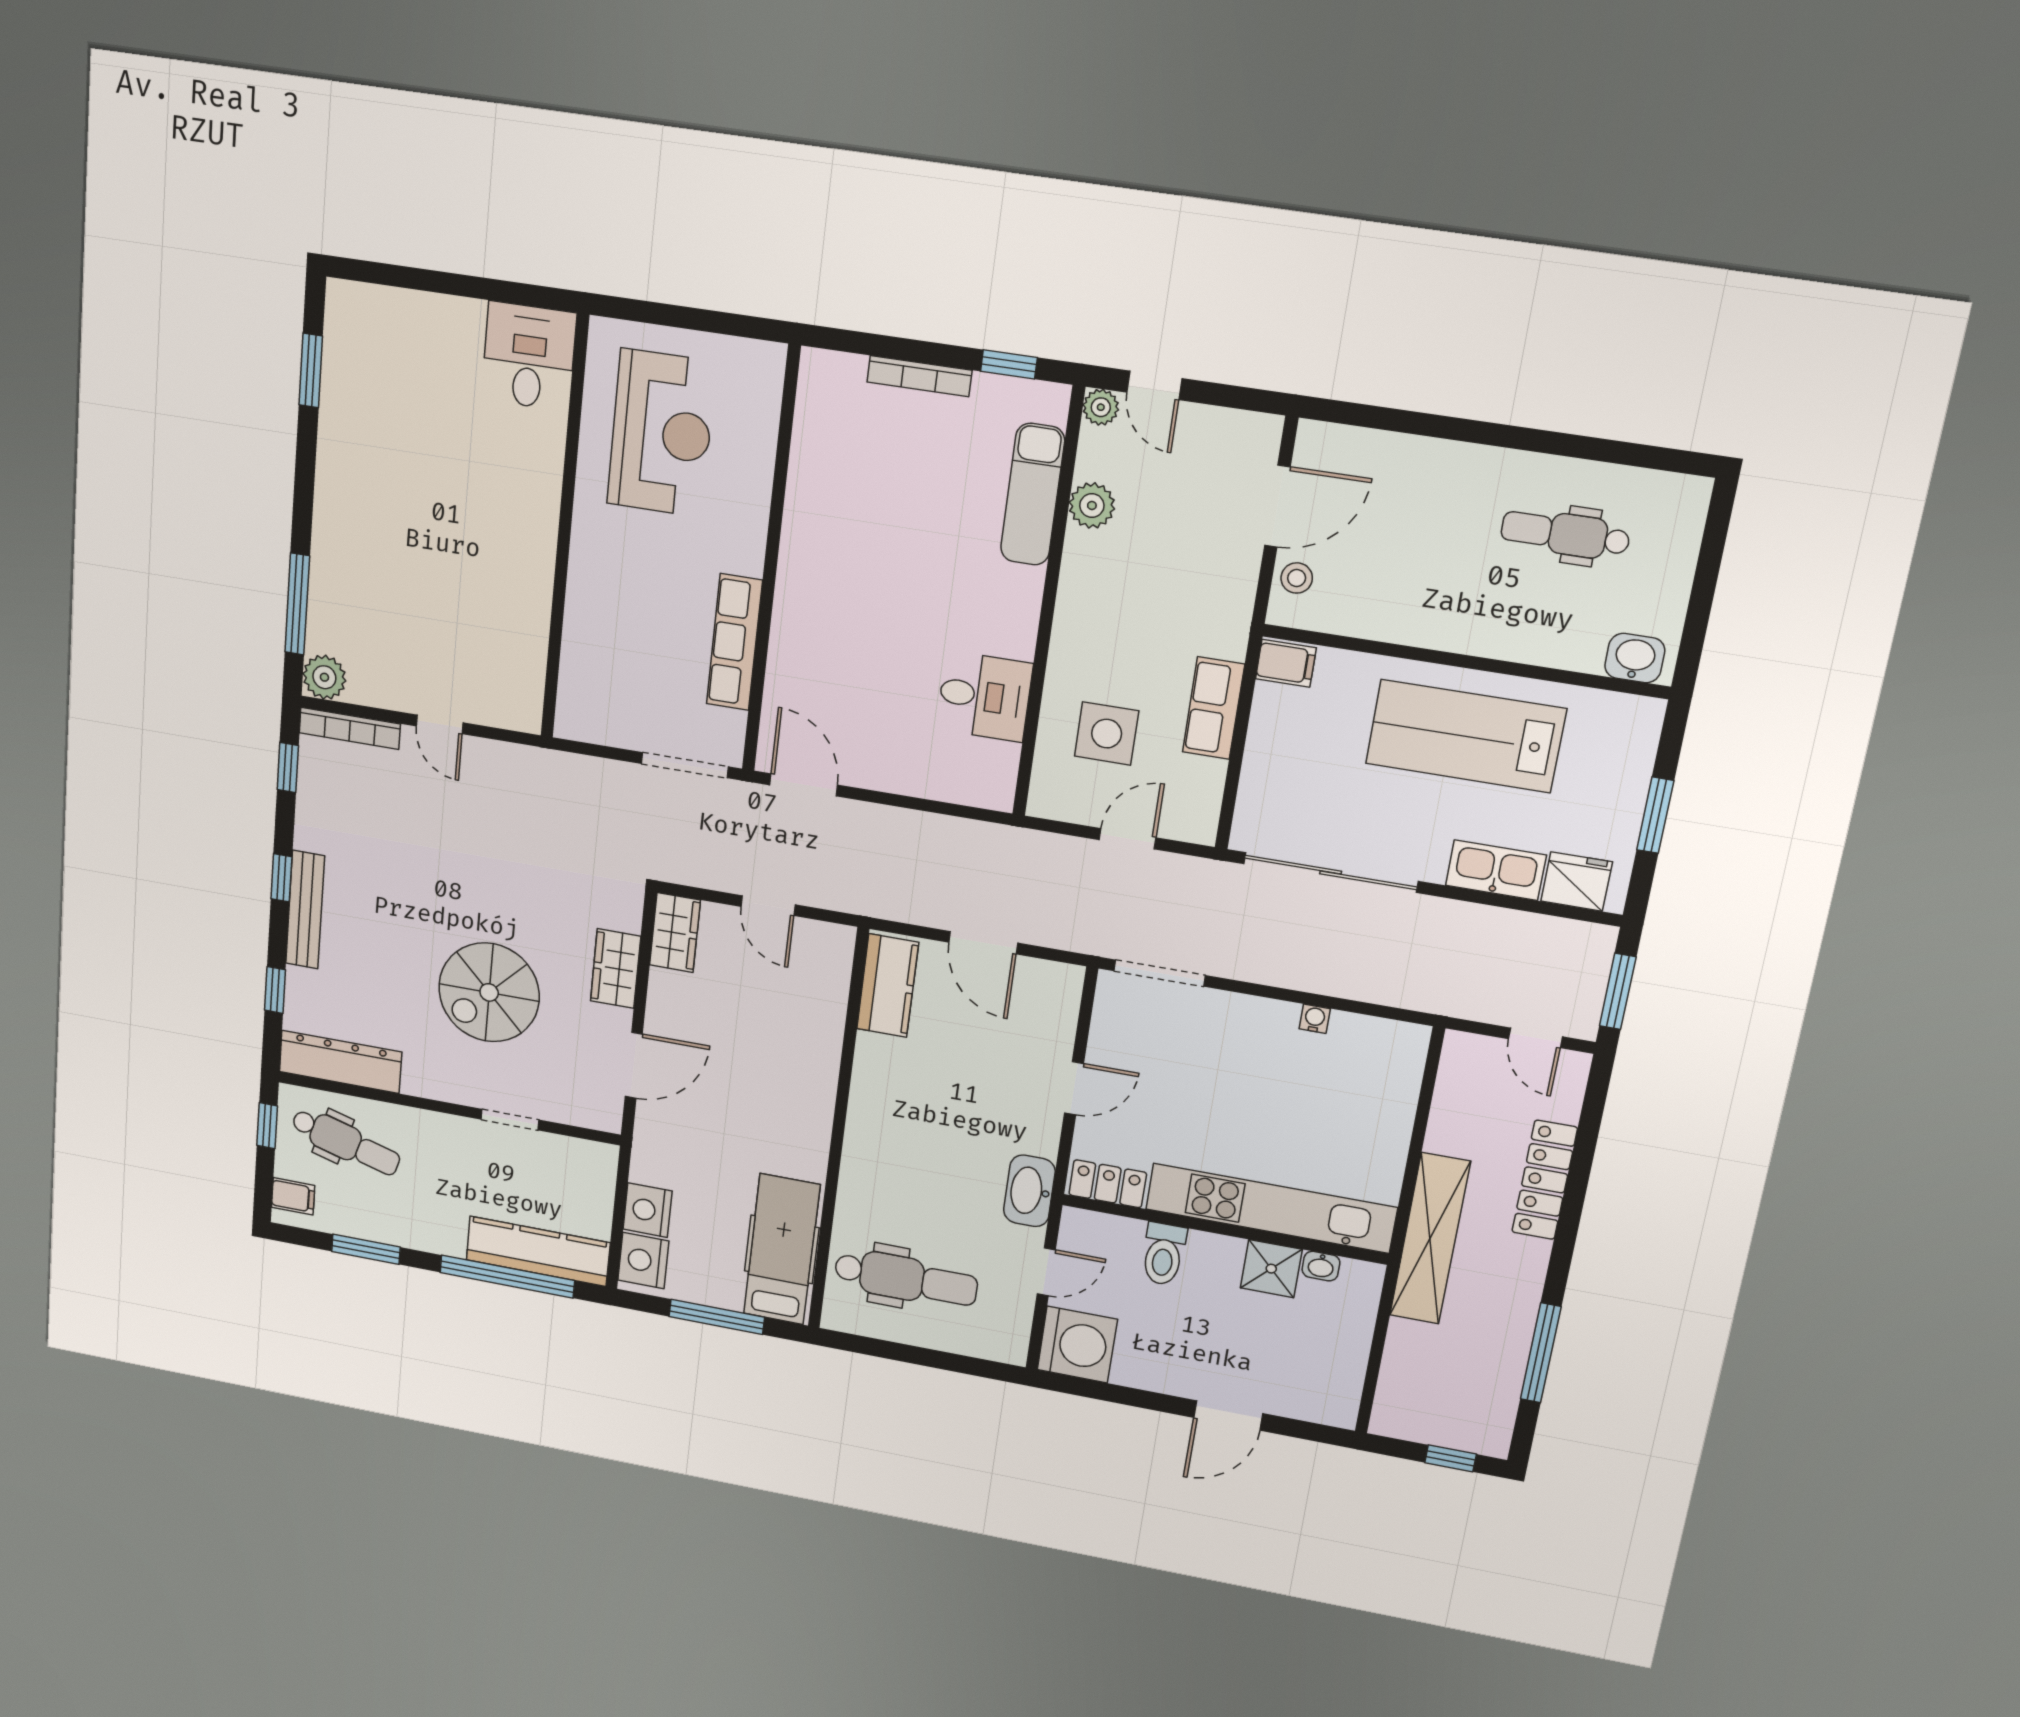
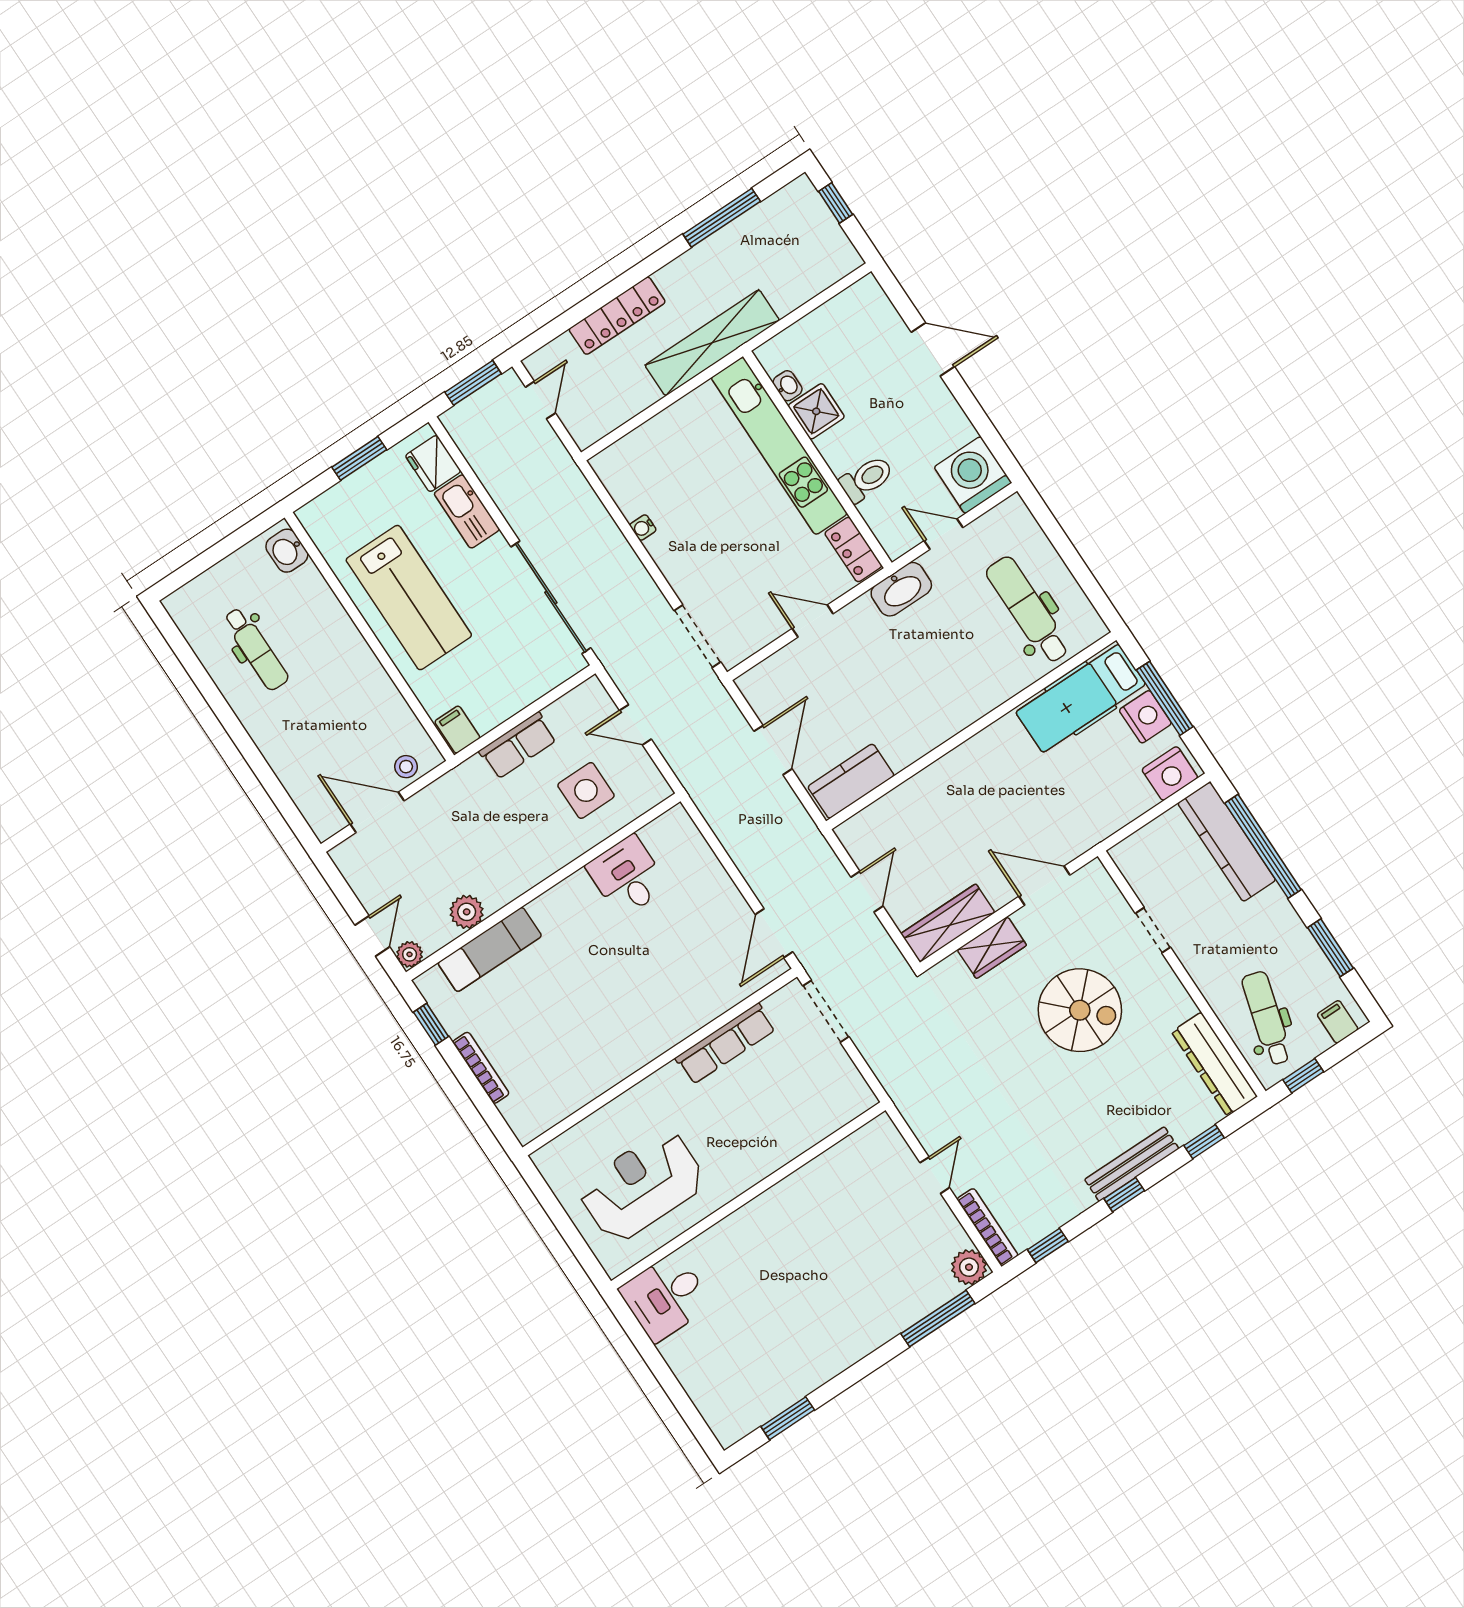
wardrobe: (675, 933) -> (948, 923), width x1.50
nightstand: (648, 1210) -> (1145, 717), moved, turned -90

